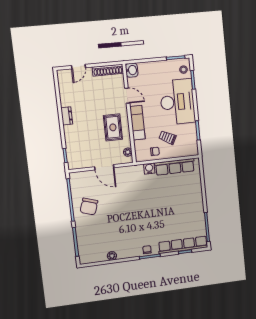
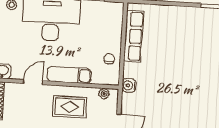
trolley: (168, 138) -> (94, 40), removed
water cooler: (149, 169) -> (129, 85), moved

